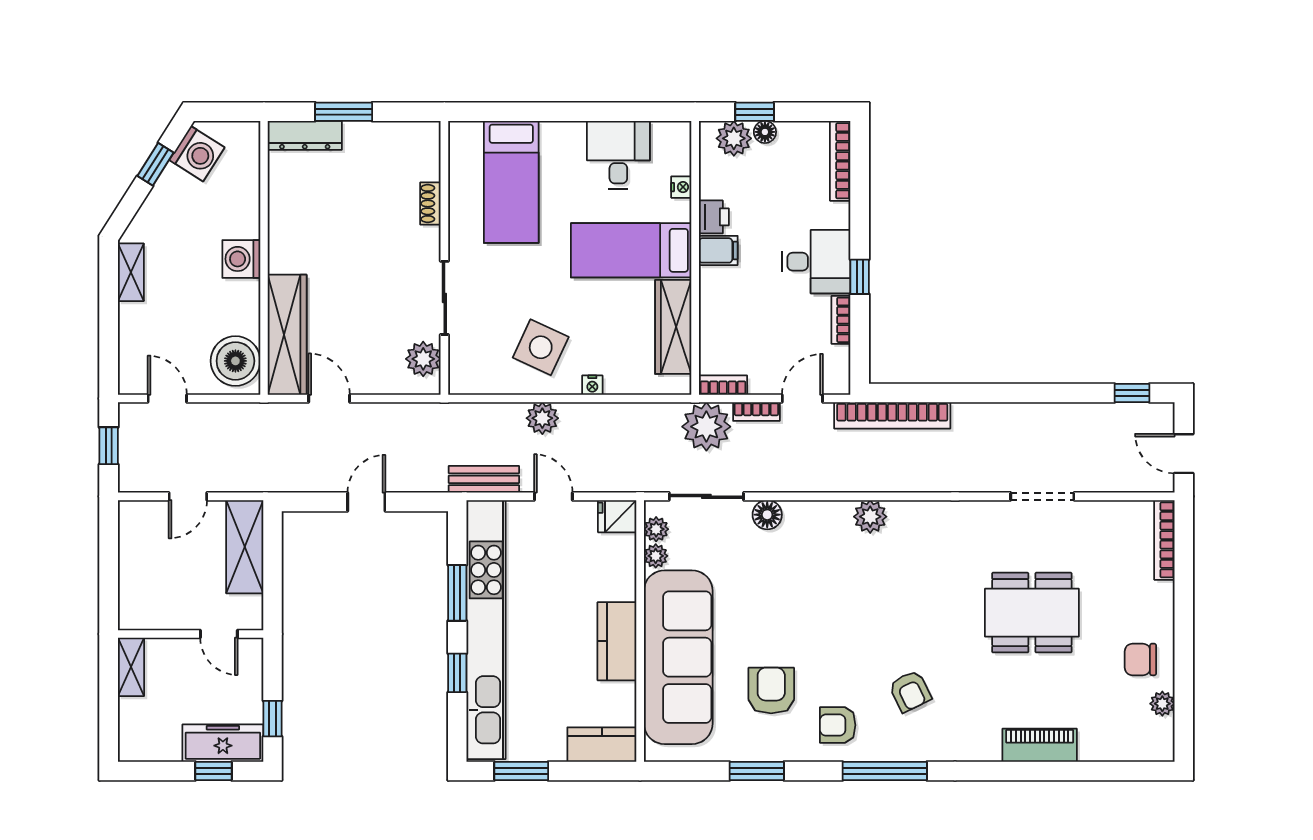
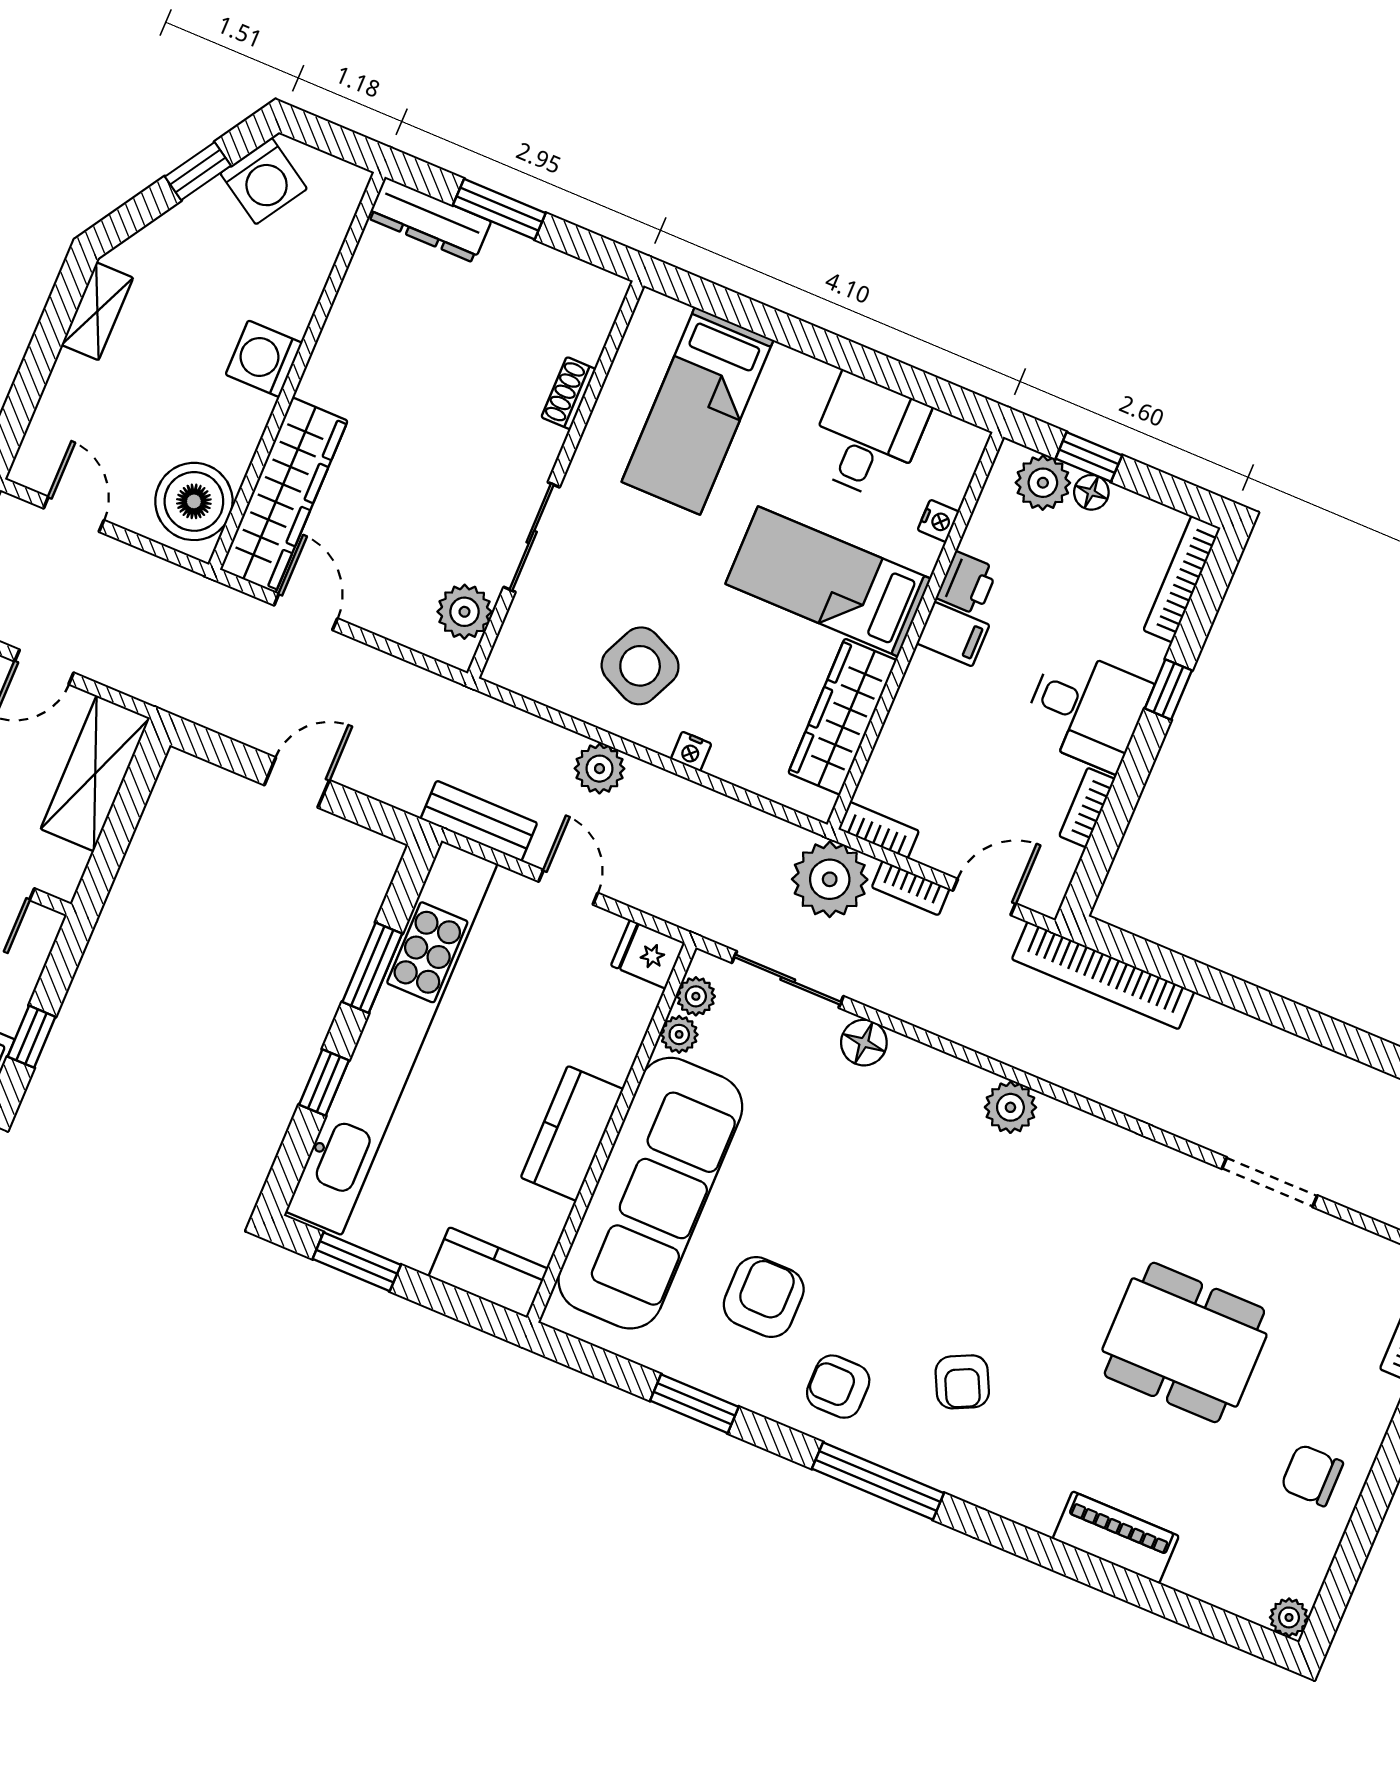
window: (860, 277) -> (1168, 689), moved
plant: (1162, 704) -> (1289, 1617), moved

